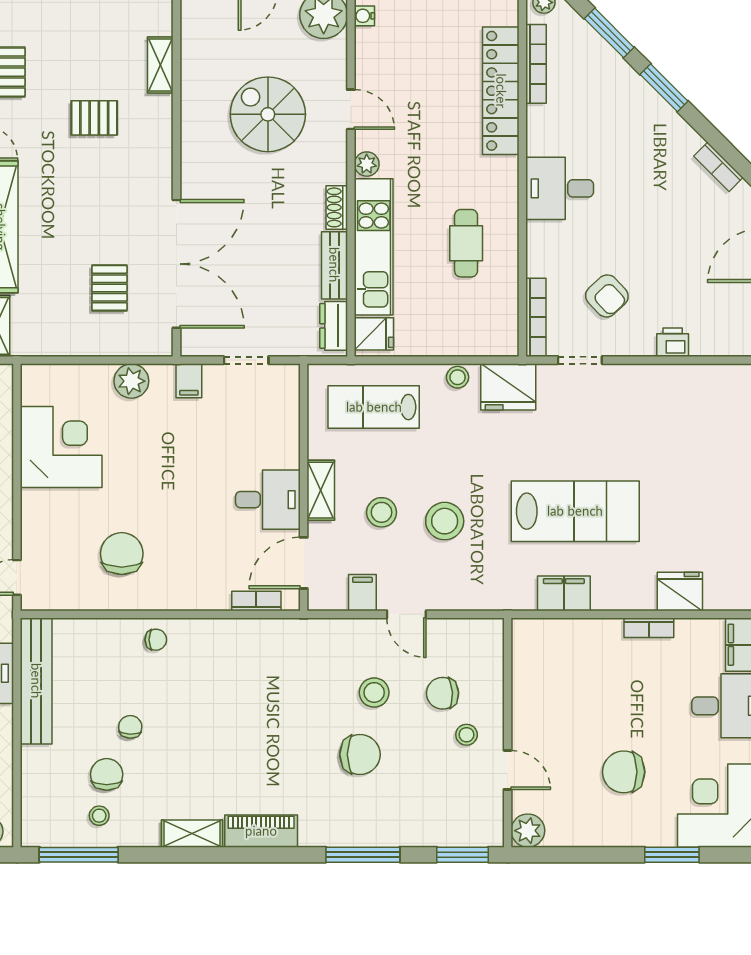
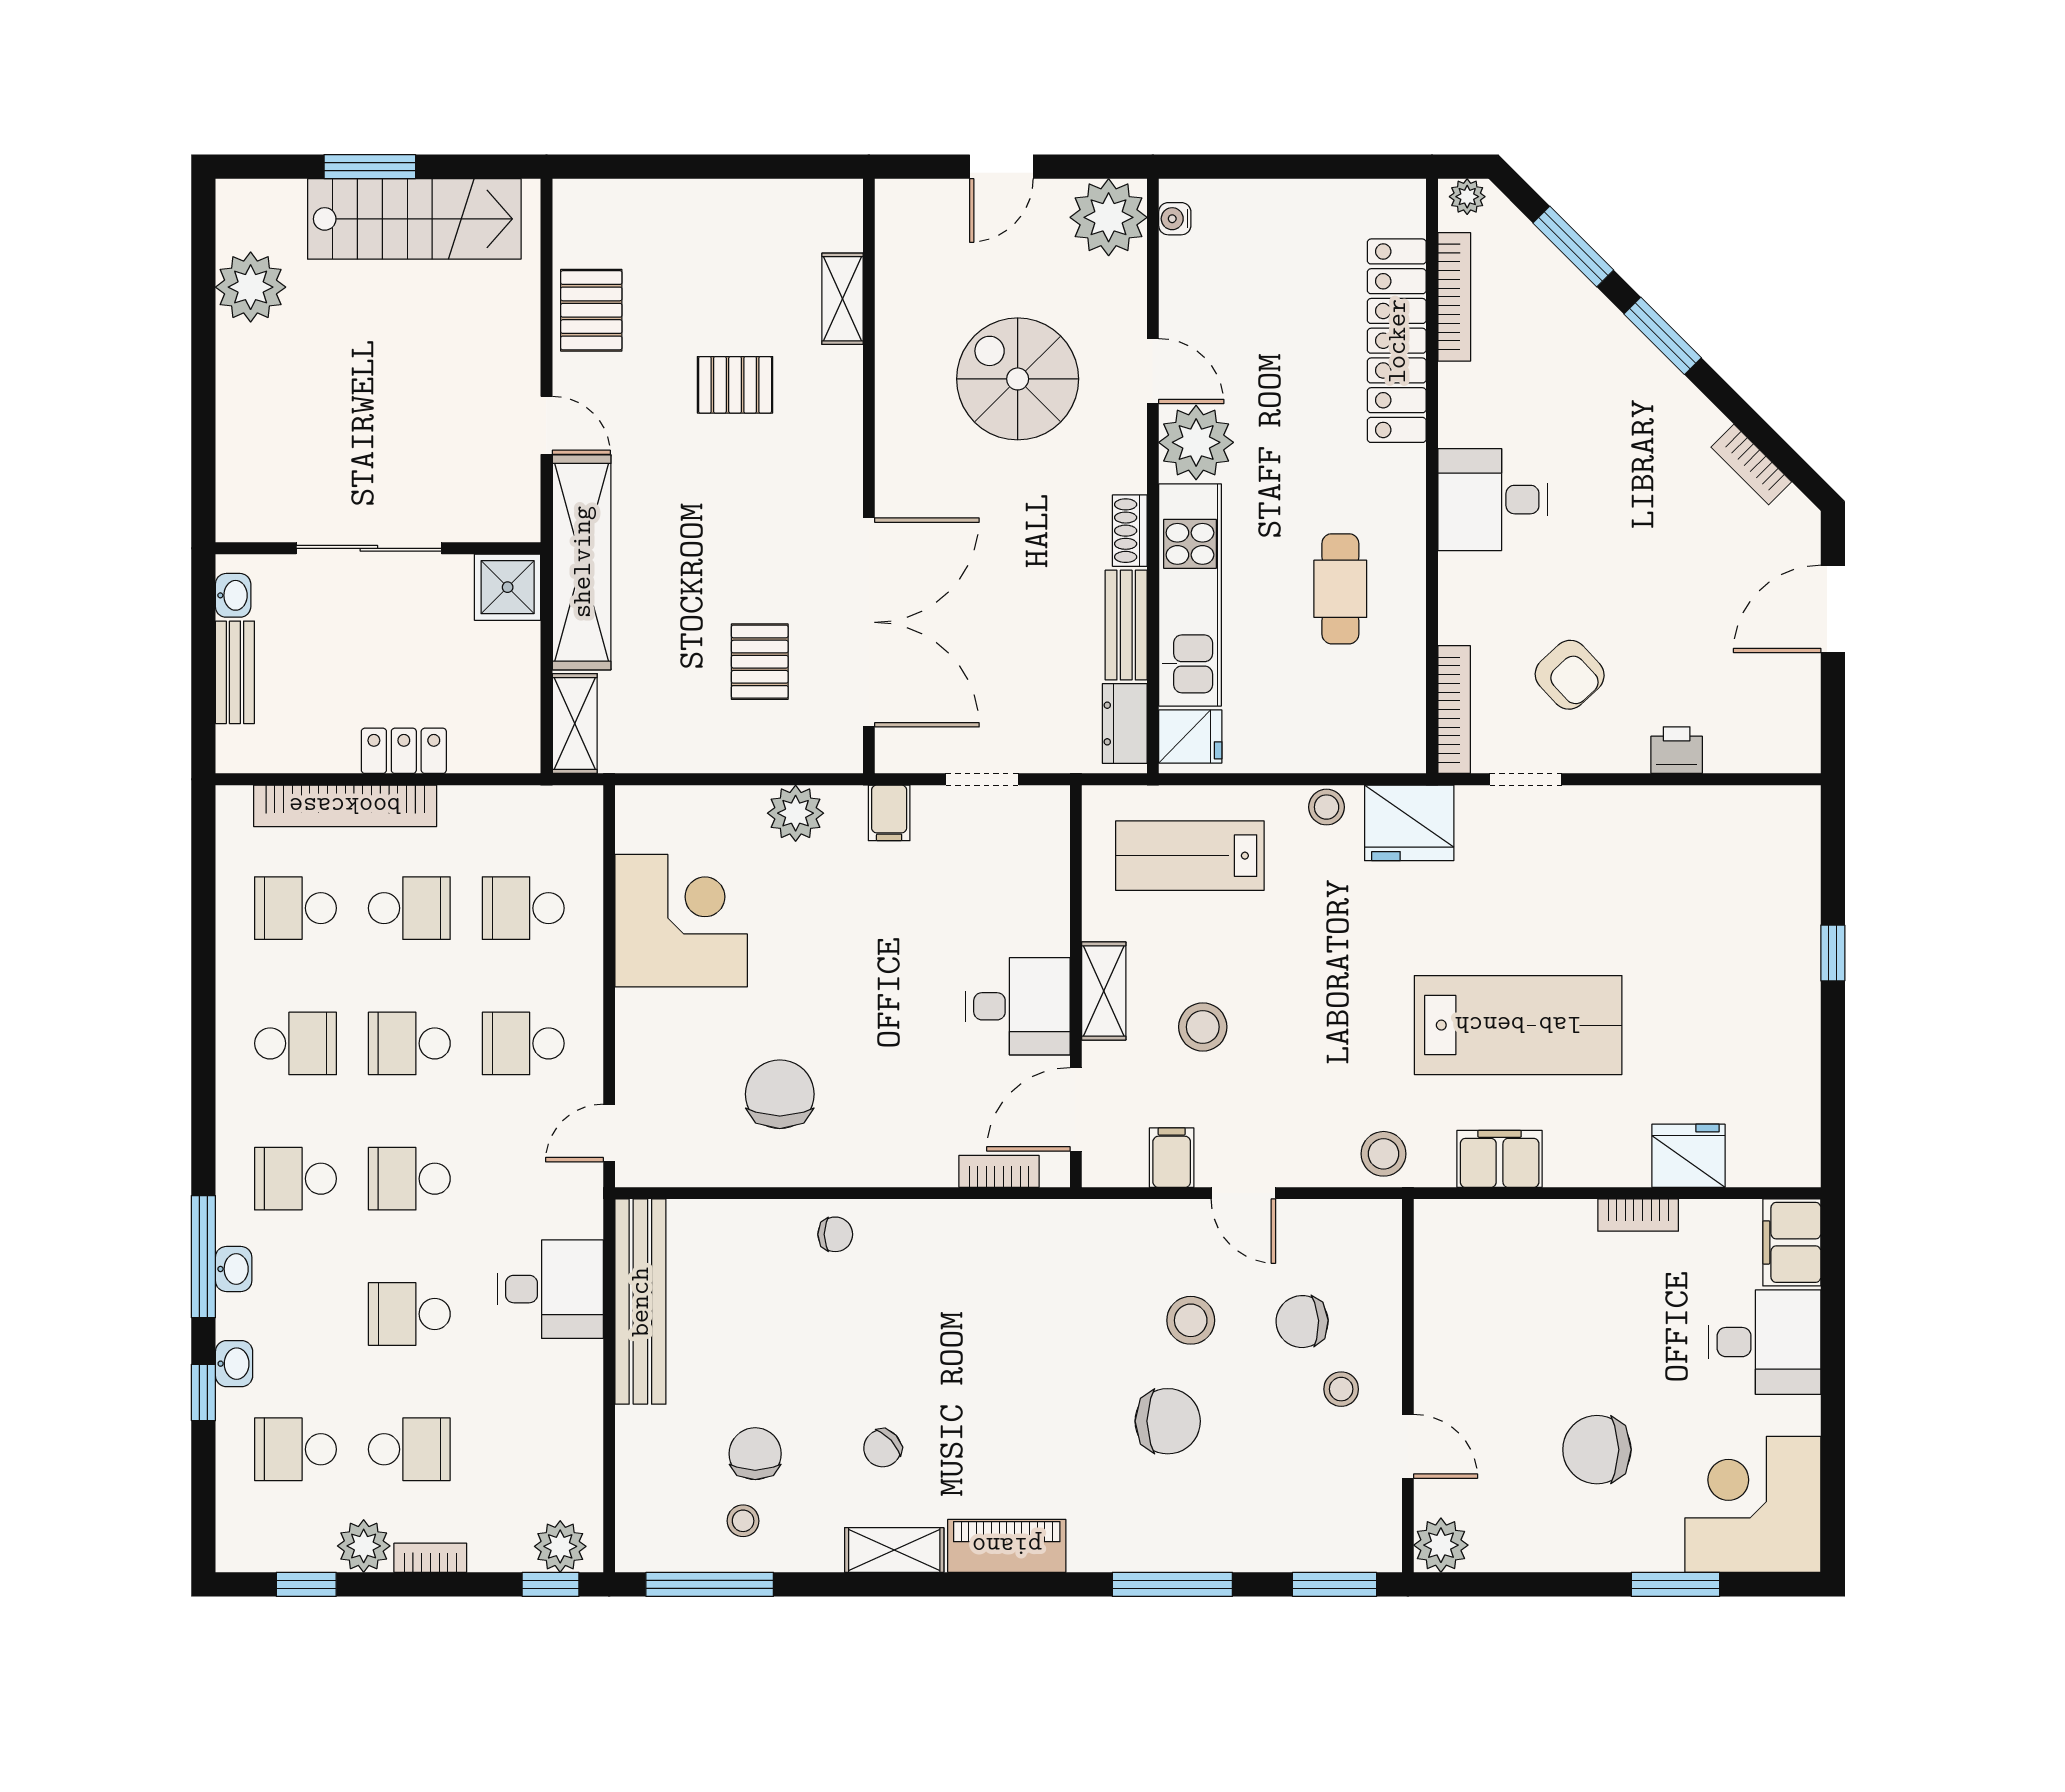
plant: (367, 164) -> (1196, 442), width x1.88, depth x1.88
stool: (445, 521) -> (1384, 1154), moved, width x0.73, depth x0.73
chair: (130, 727) -> (882, 1448), moved, turned -135

